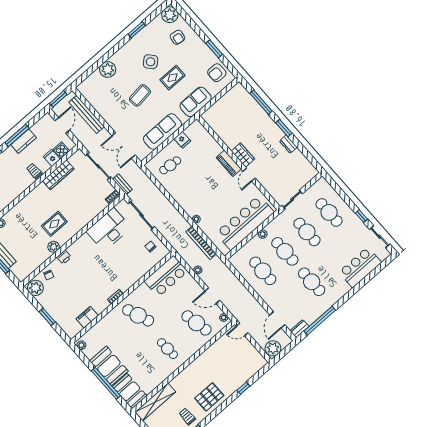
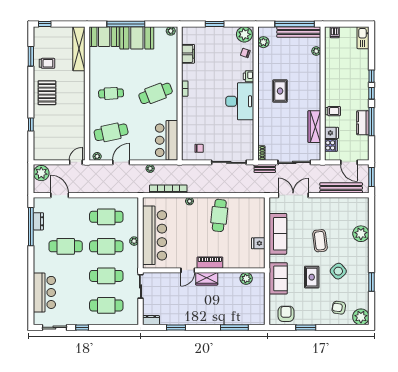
plant: (217, 126) -> (246, 278), added
window: (284, 128) -> (176, 327), moved
dresser: (288, 144) -> (151, 320), moved
cafe table: (170, 165) -> (219, 215), moved, width x1.37, depth x1.35
door: (249, 175) -> (188, 270), swing flipped
desk: (109, 229) -> (240, 101), moved
plant: (53, 247) -> (263, 42), moved
dresser: (299, 329) -> (38, 221), moved

